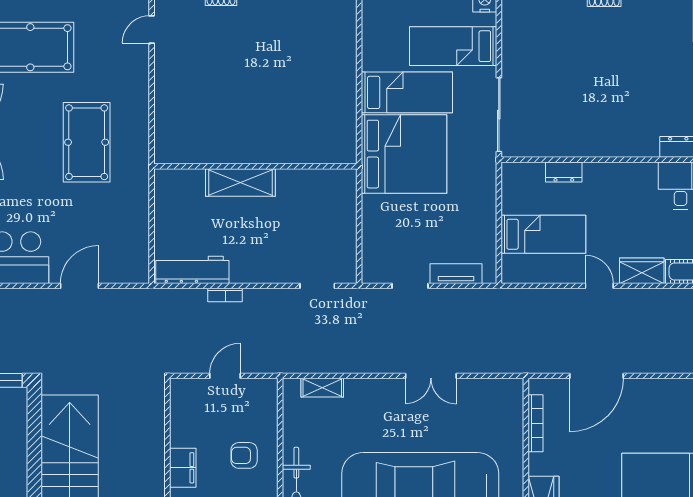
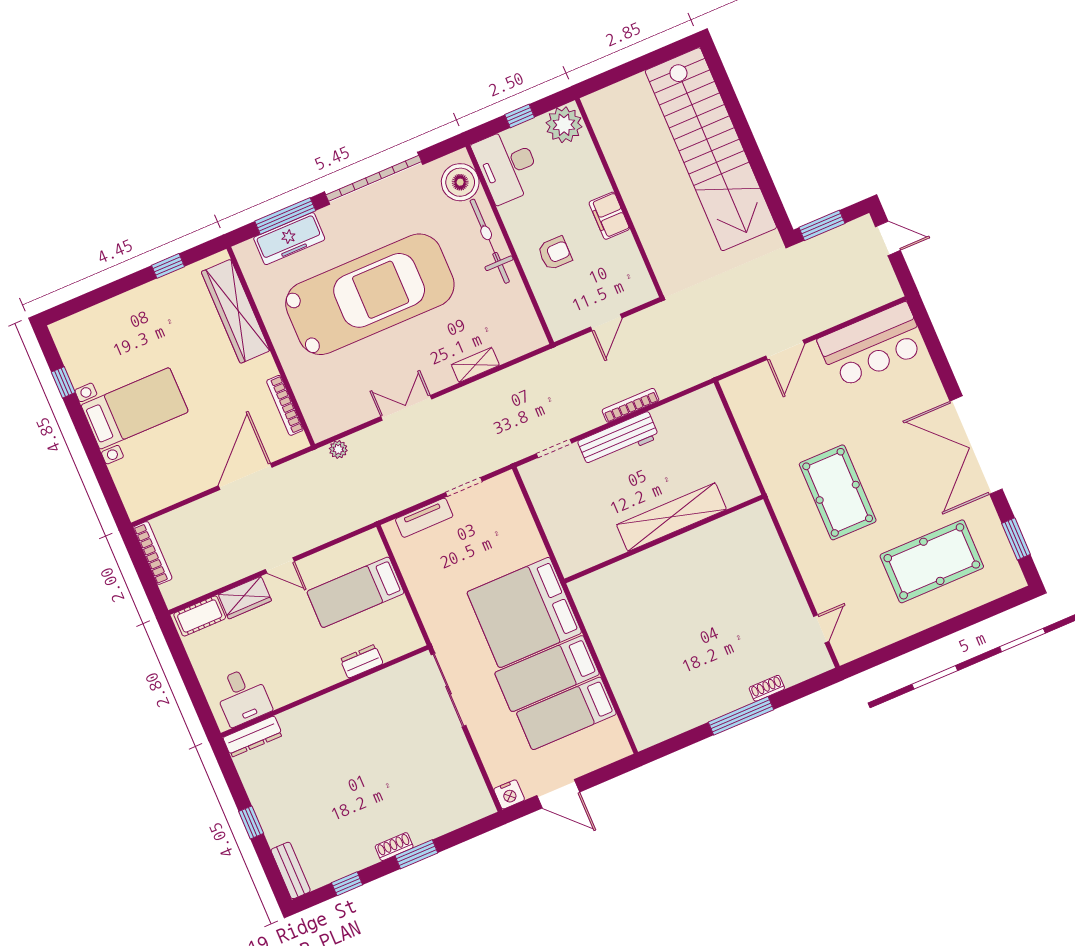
bed: (453, 46) -> (566, 713), moved, turned 180
shelving: (240, 182) -> (671, 517), width x1.47
workbench: (192, 270) -> (618, 439), moved
bookcase: (225, 295) -> (630, 405), width x1.56
plant: (505, 365) -> (338, 449), added
shelving: (322, 388) -> (475, 365), moved

